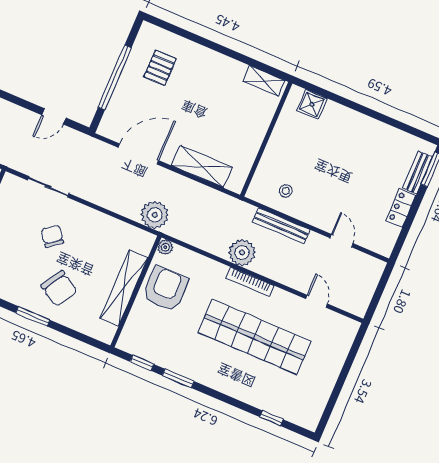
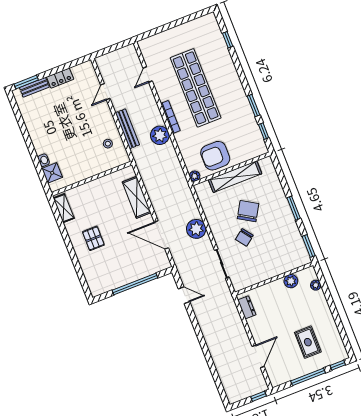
pallet: (160, 68) -> (93, 238), moved, turned 90
washbasin: (333, 108) -> (44, 160), added
plant: (155, 215) -> (196, 229), moved
chair: (59, 288) -> (248, 211), moved

